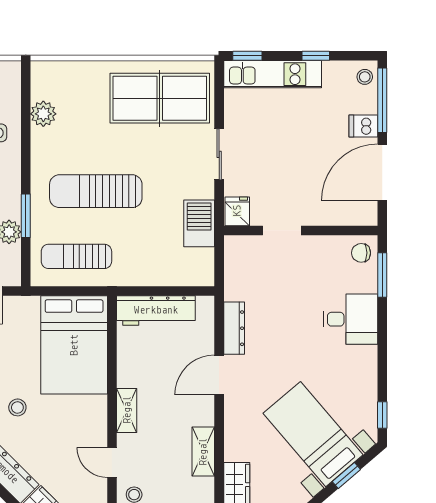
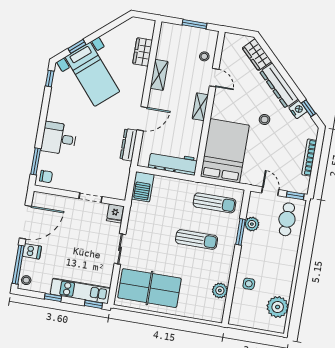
sun lounger: (96, 191) -> (197, 239), width x0.73, depth x0.75
barbecue: (199, 223) -> (143, 187), moved

